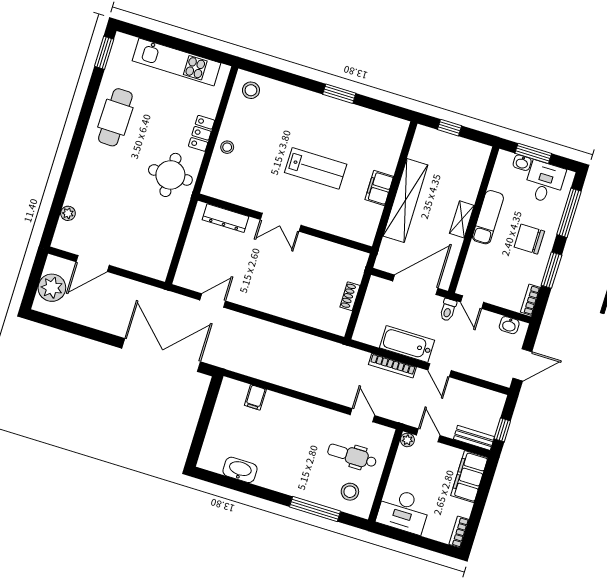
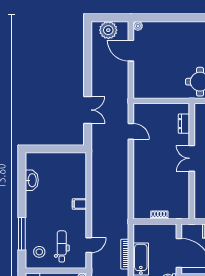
plant: (68, 213) -> (138, 26), moved
dresser: (225, 218) -> (184, 124), width x0.70
double door: (161, 355) -> (88, 110), width x0.54
filing cabinet: (255, 397) -> (79, 204), moved

